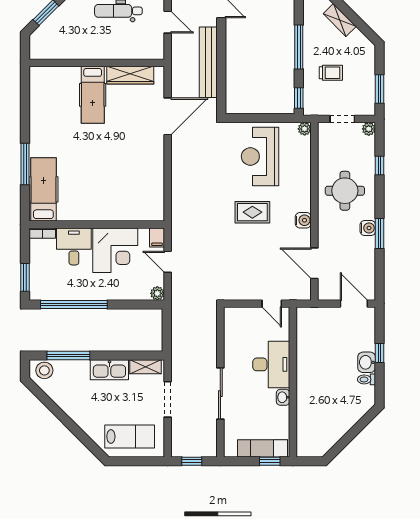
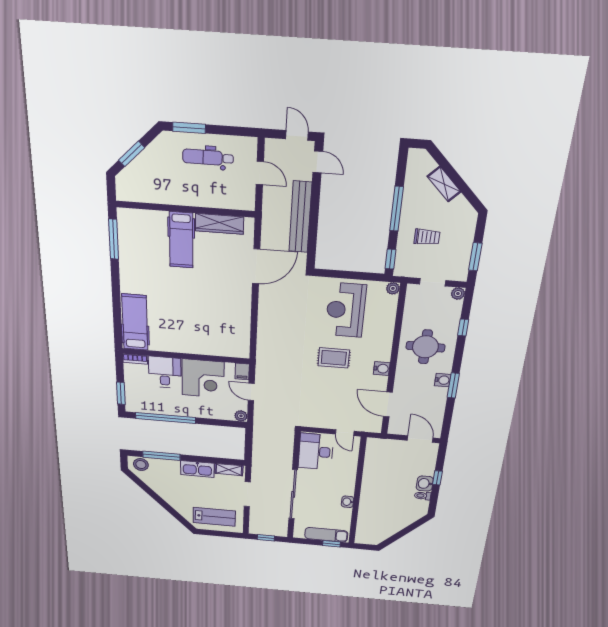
window: (25, 164) -> (114, 239), moved
desk: (271, 364) -> (316, 452), moved, turned 180
sliding door: (220, 394) -> (293, 494), width x1.36

